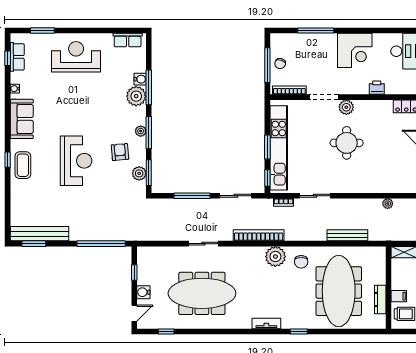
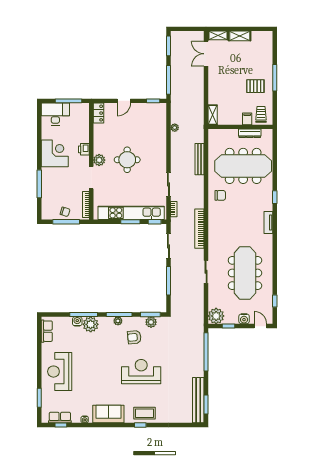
printer: (377, 88) -> (84, 149), moved
plant: (275, 257) -> (216, 316), moved

